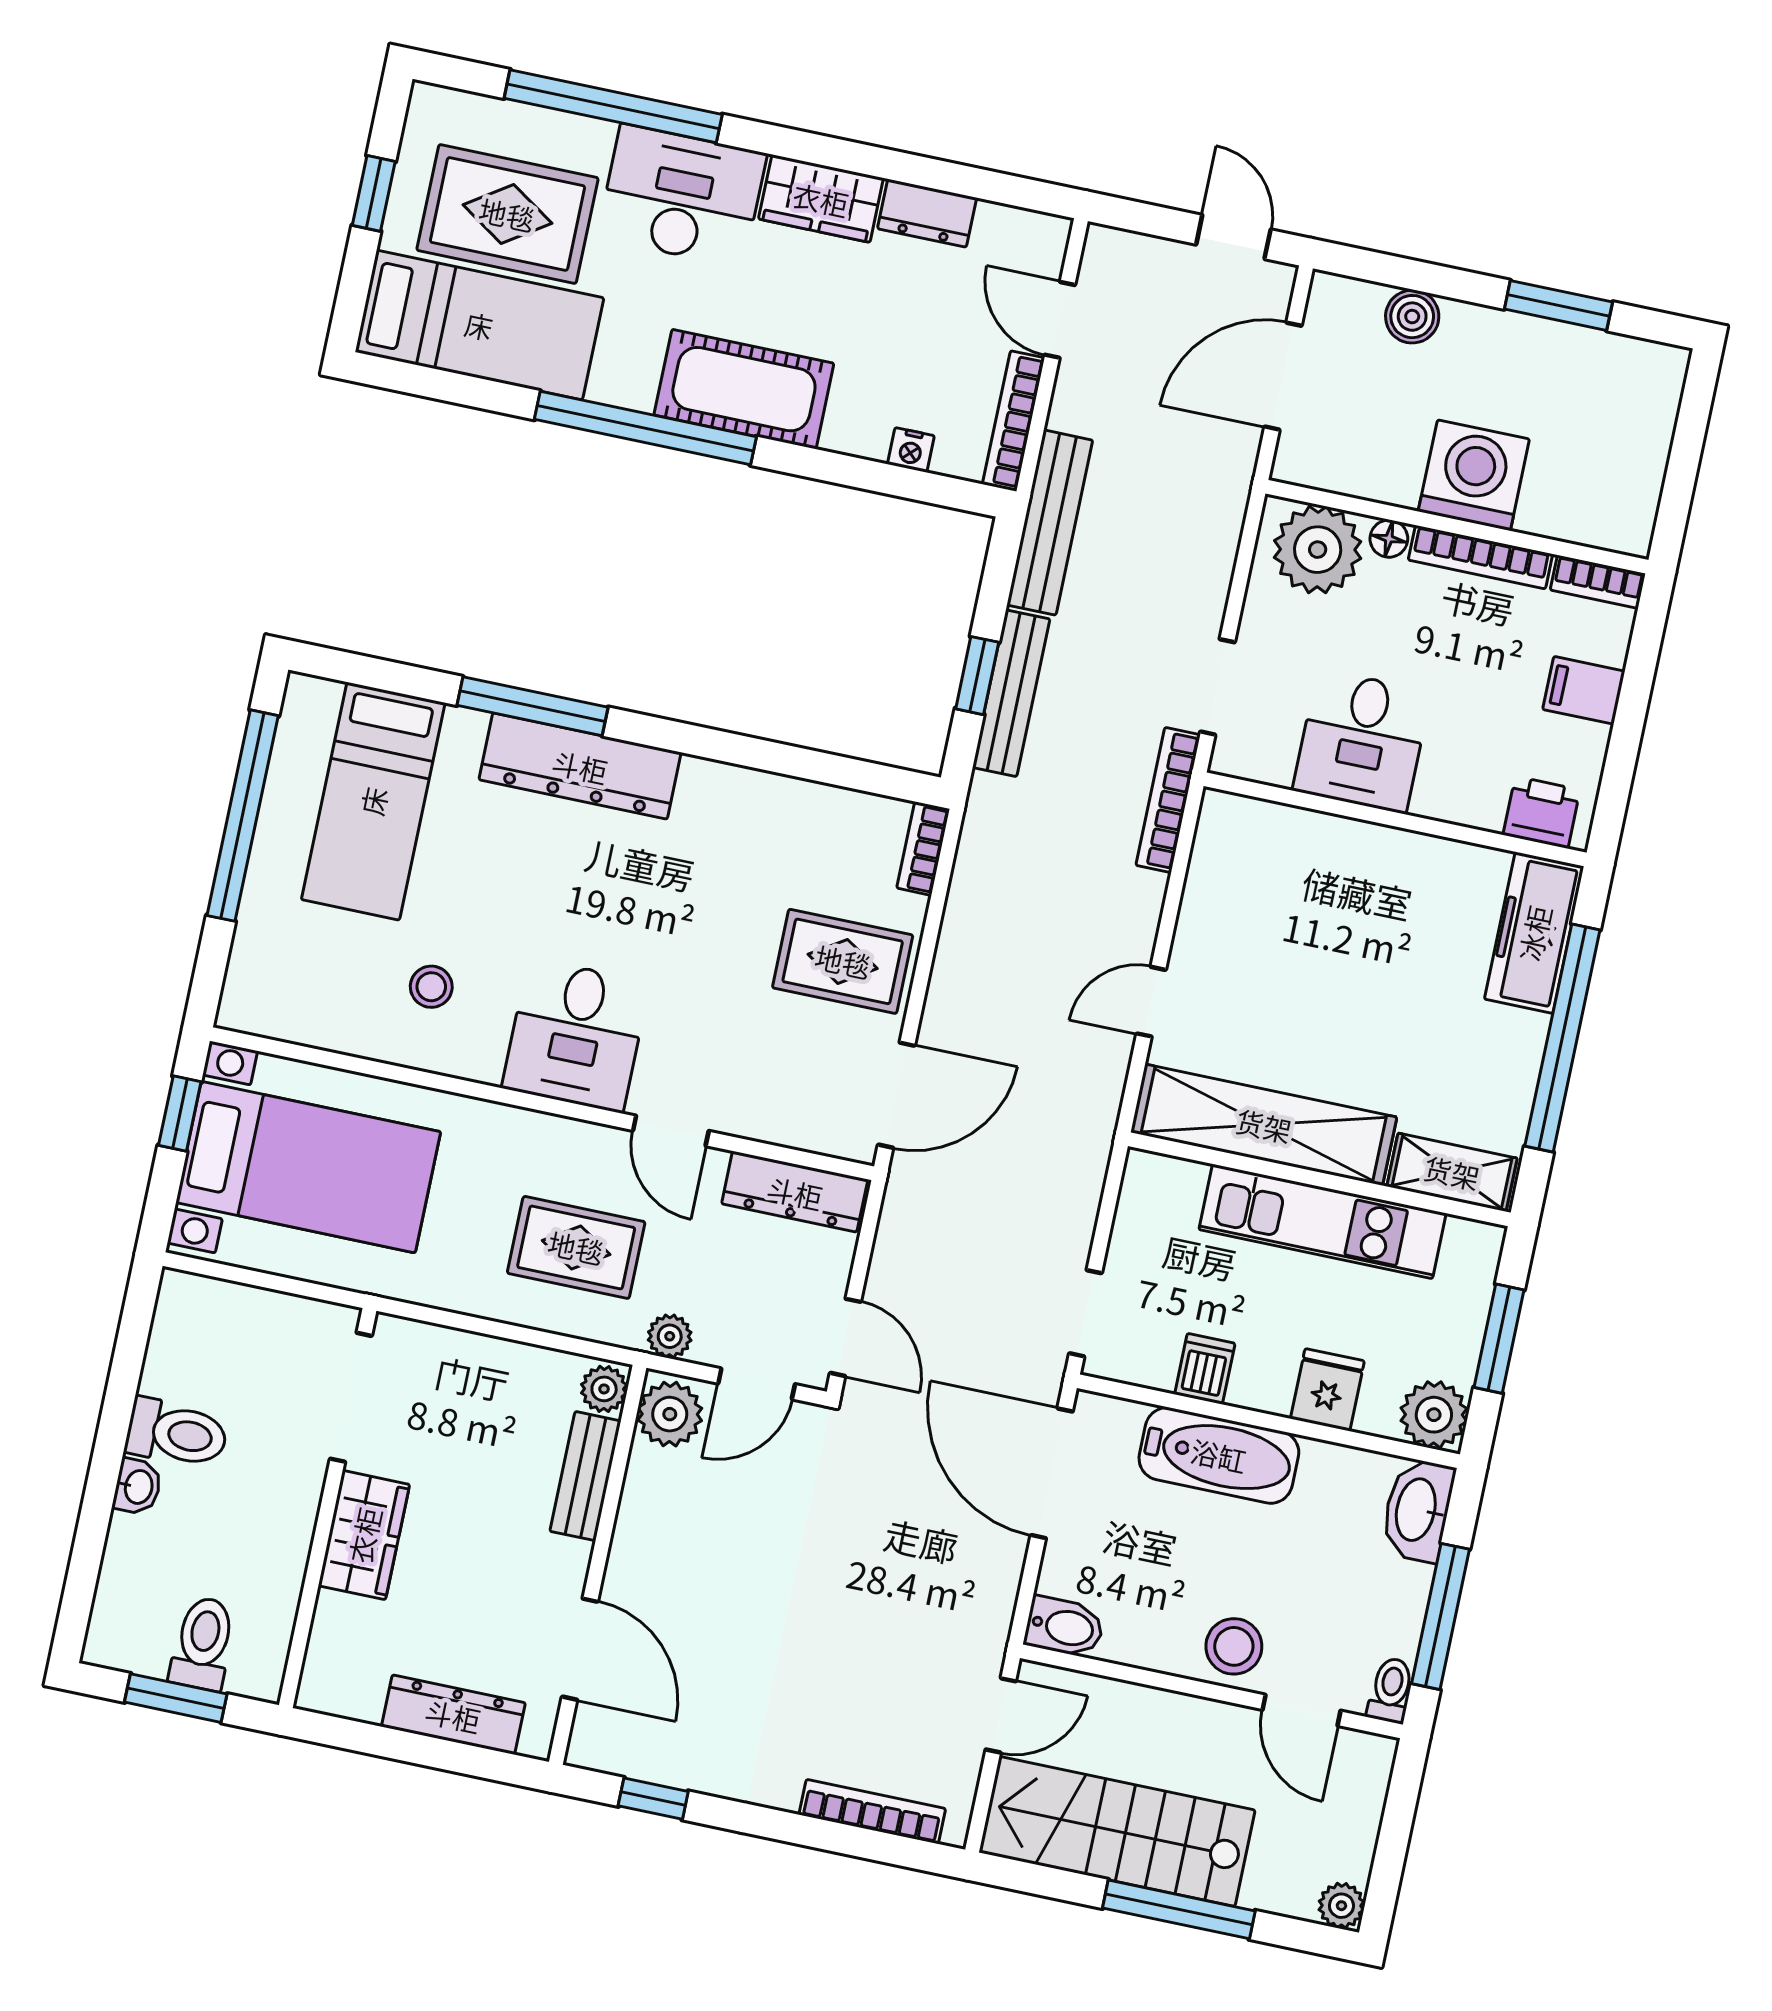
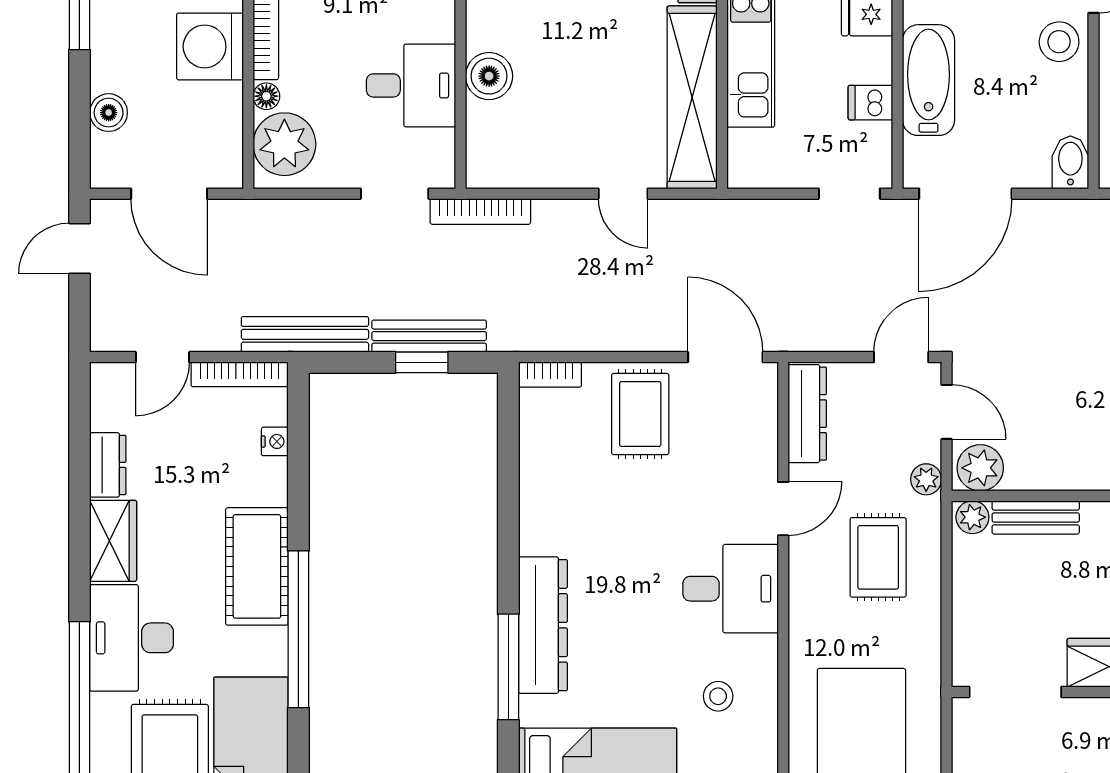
boiler: (1352, 851) -> (489, 76), added

